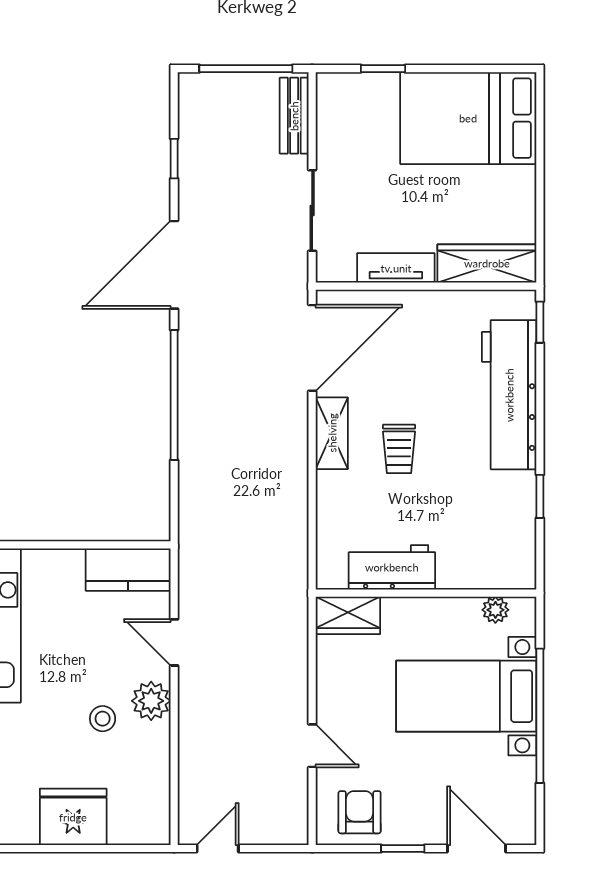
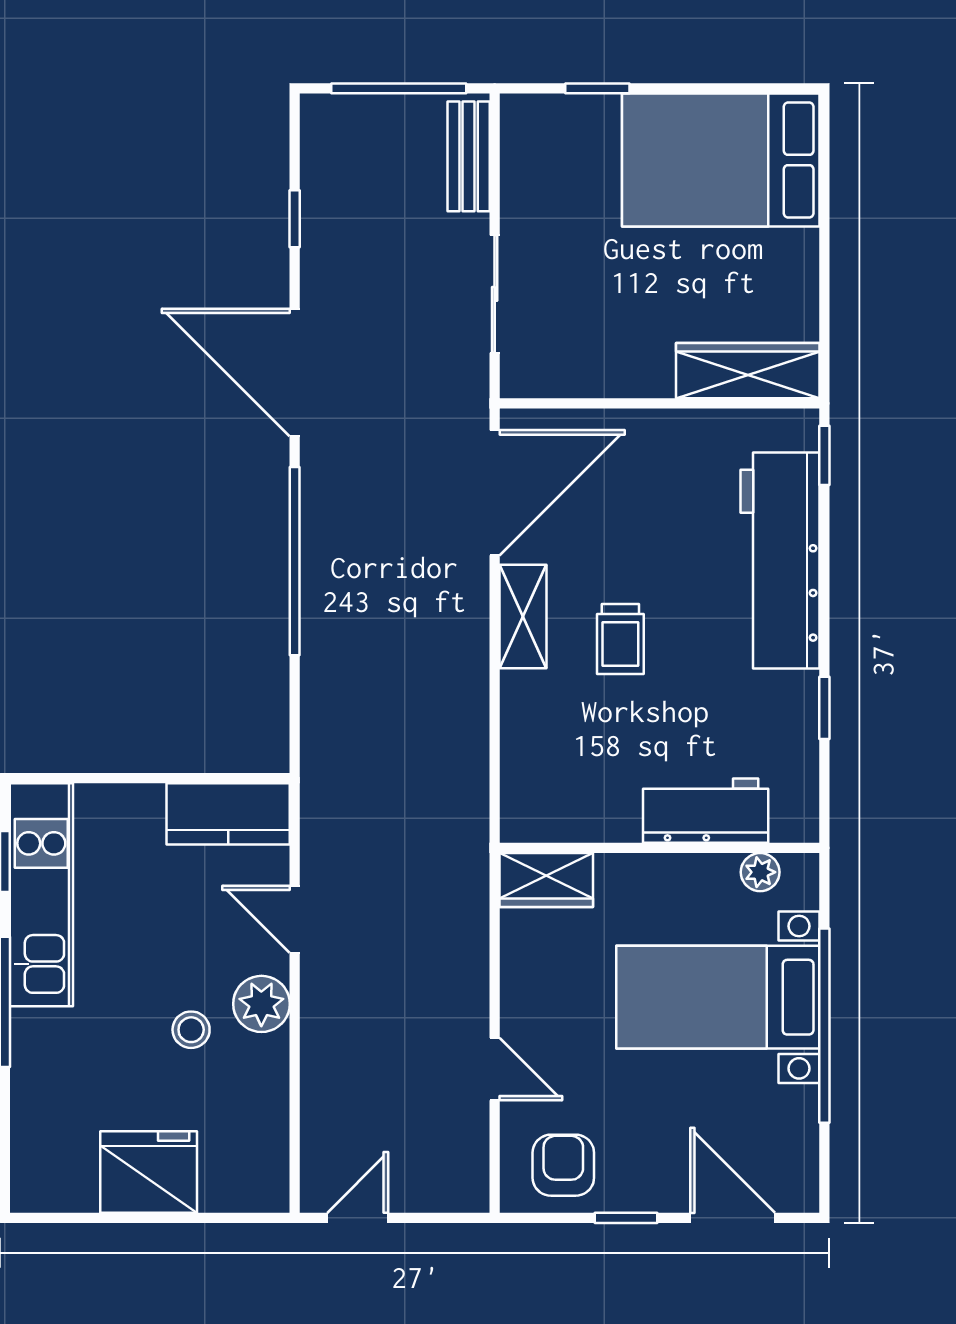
door: (174, 265) -> (295, 373), hinge flipped
tv unit: (396, 268) -> (616, 377), removed
workbench: (392, 567) -> (706, 811), moved

